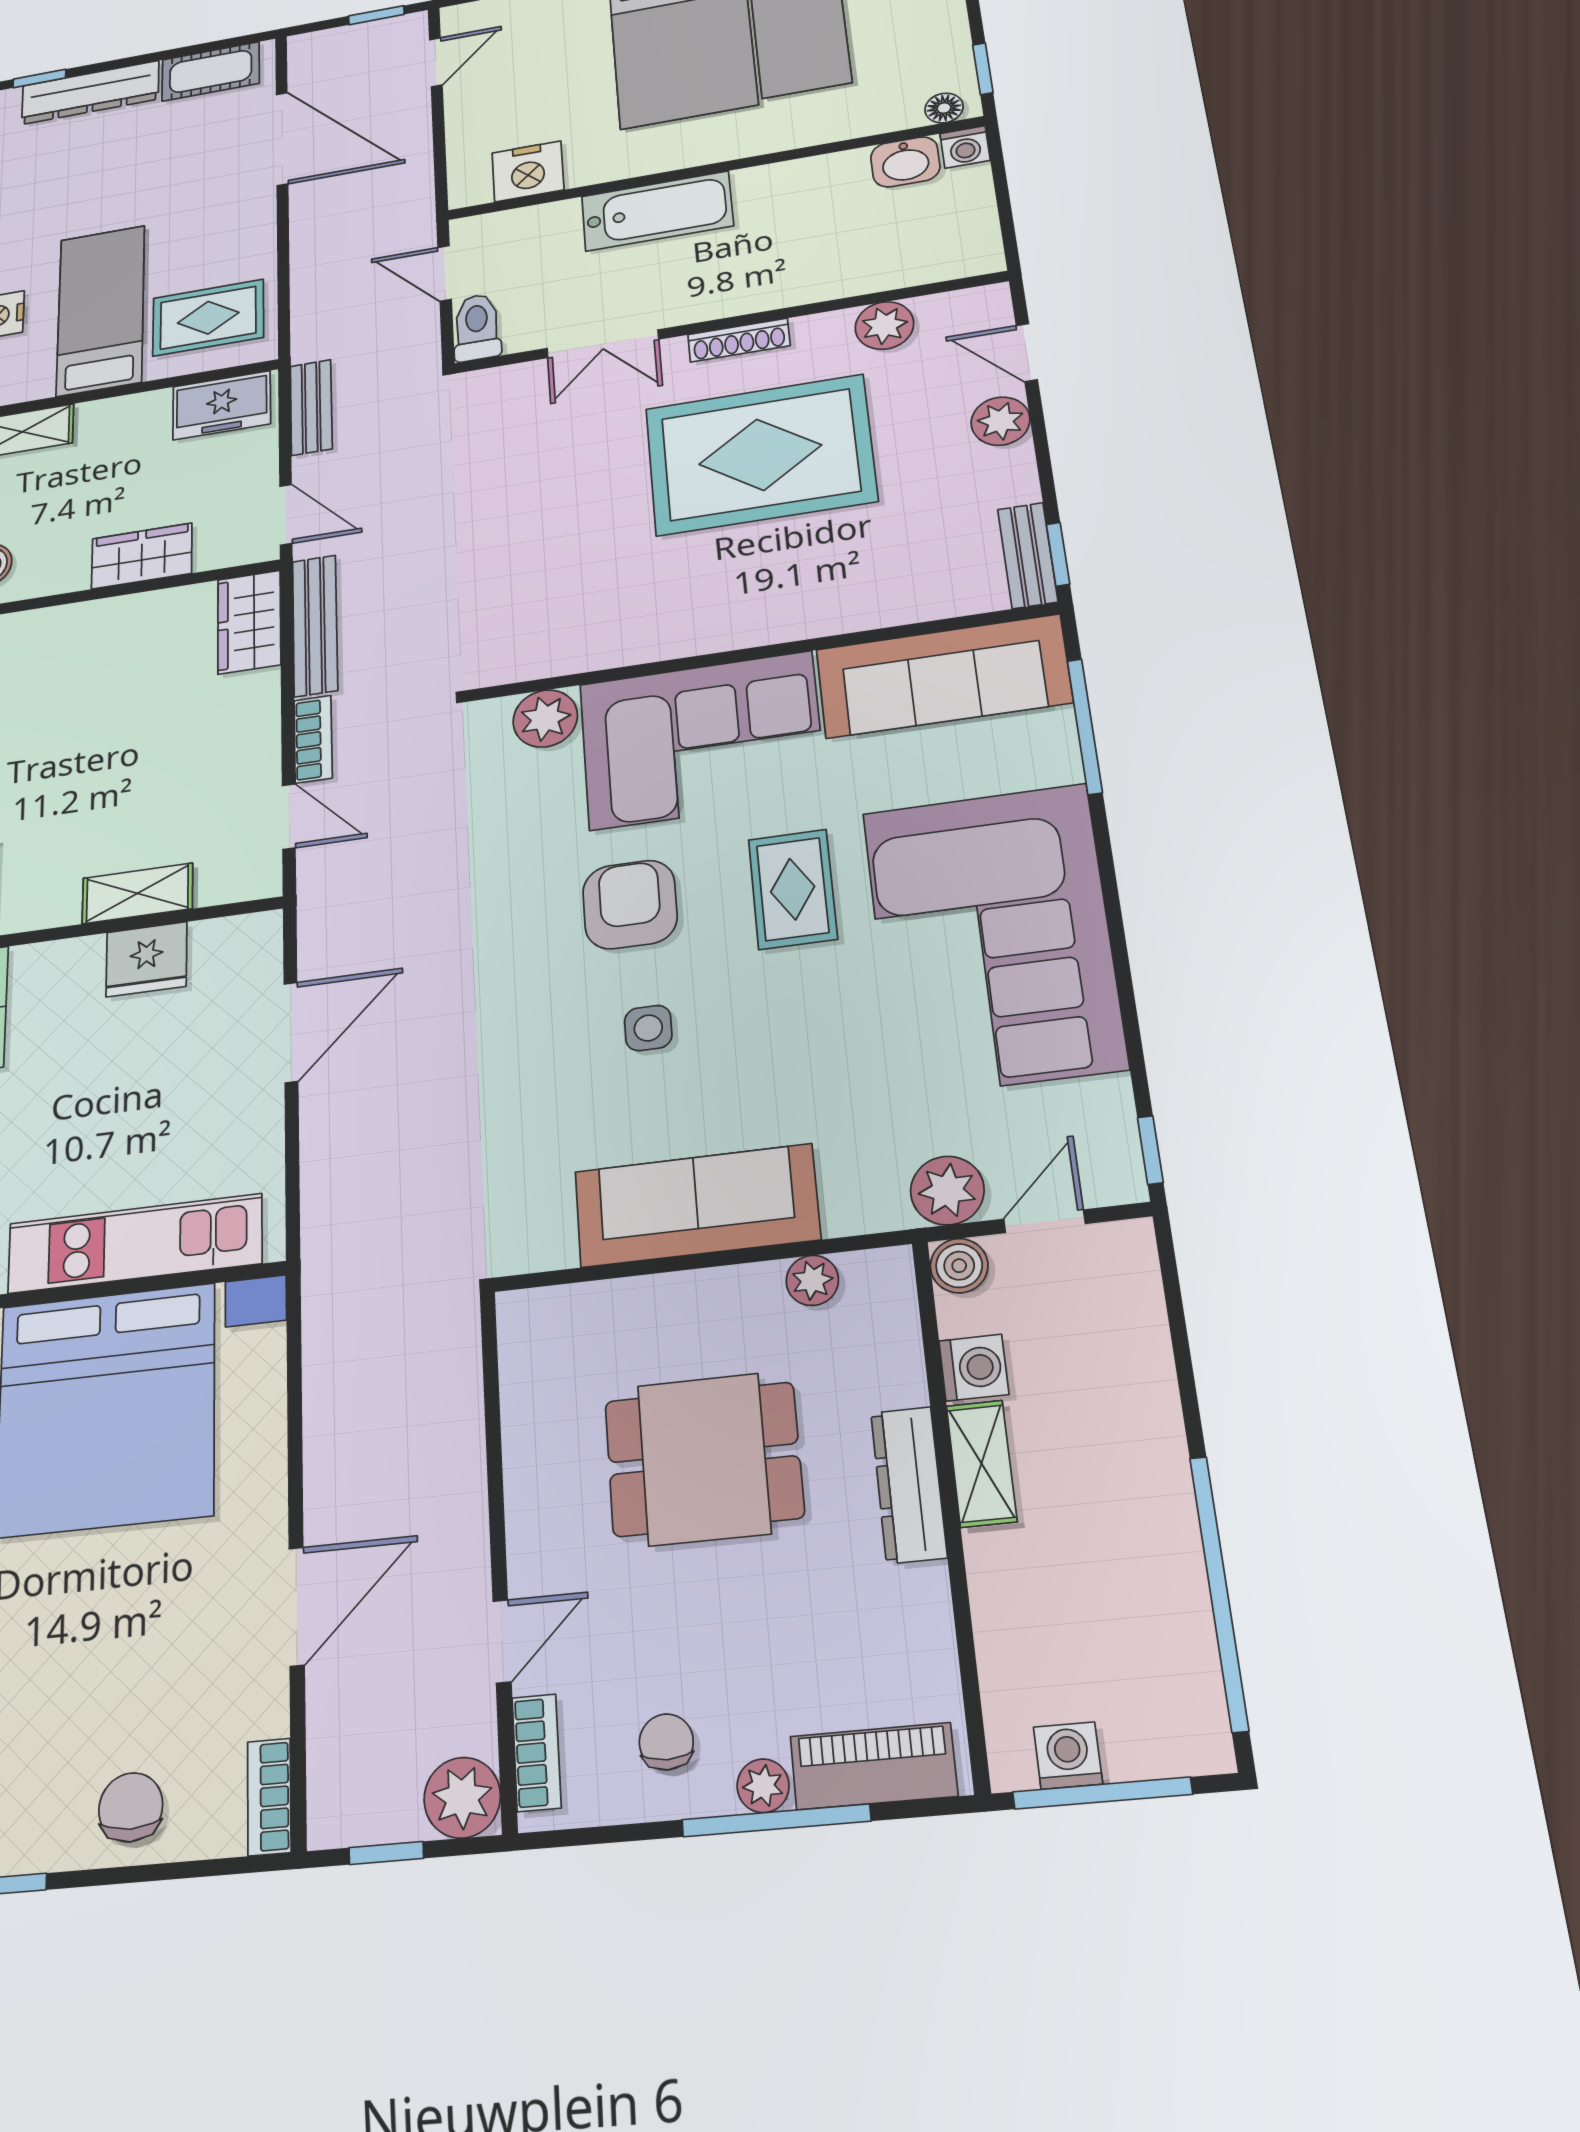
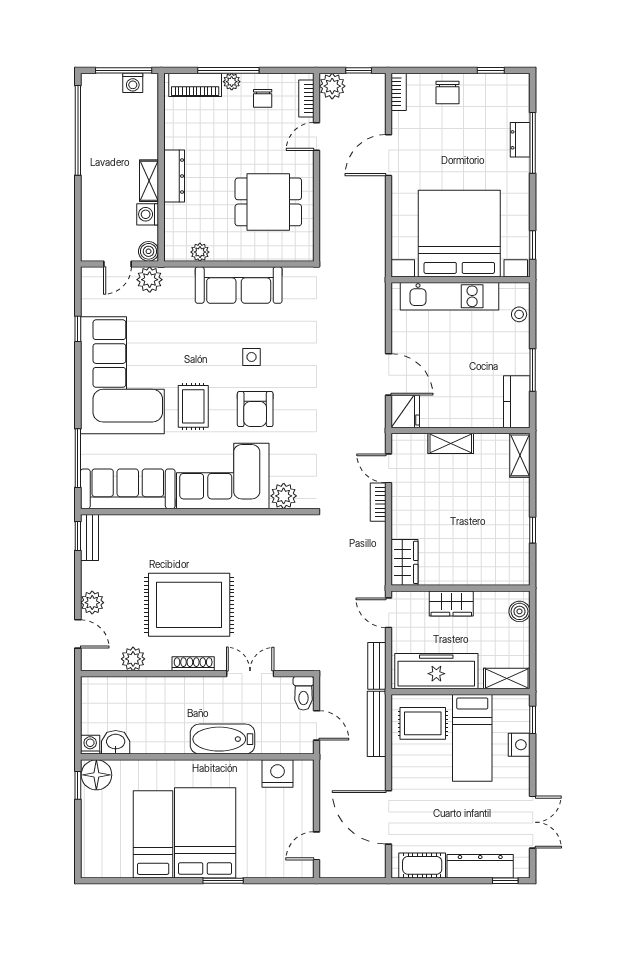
window: (376, 15) -> (343, 881), removed
floor lamp: (944, 108) -> (96, 775), width x1.89, depth x1.89
freezer: (222, 405) -> (436, 671), width x1.91, depth x1.26
bench: (315, 625) -> (377, 724), moved
fridge: (146, 959) -> (405, 412), moved, turned 90
door: (291, 1032) -> (389, 374), swing flipped
window: (1150, 1150) -> (78, 329), moved
dining table: (704, 1459) -> (268, 202), moved

